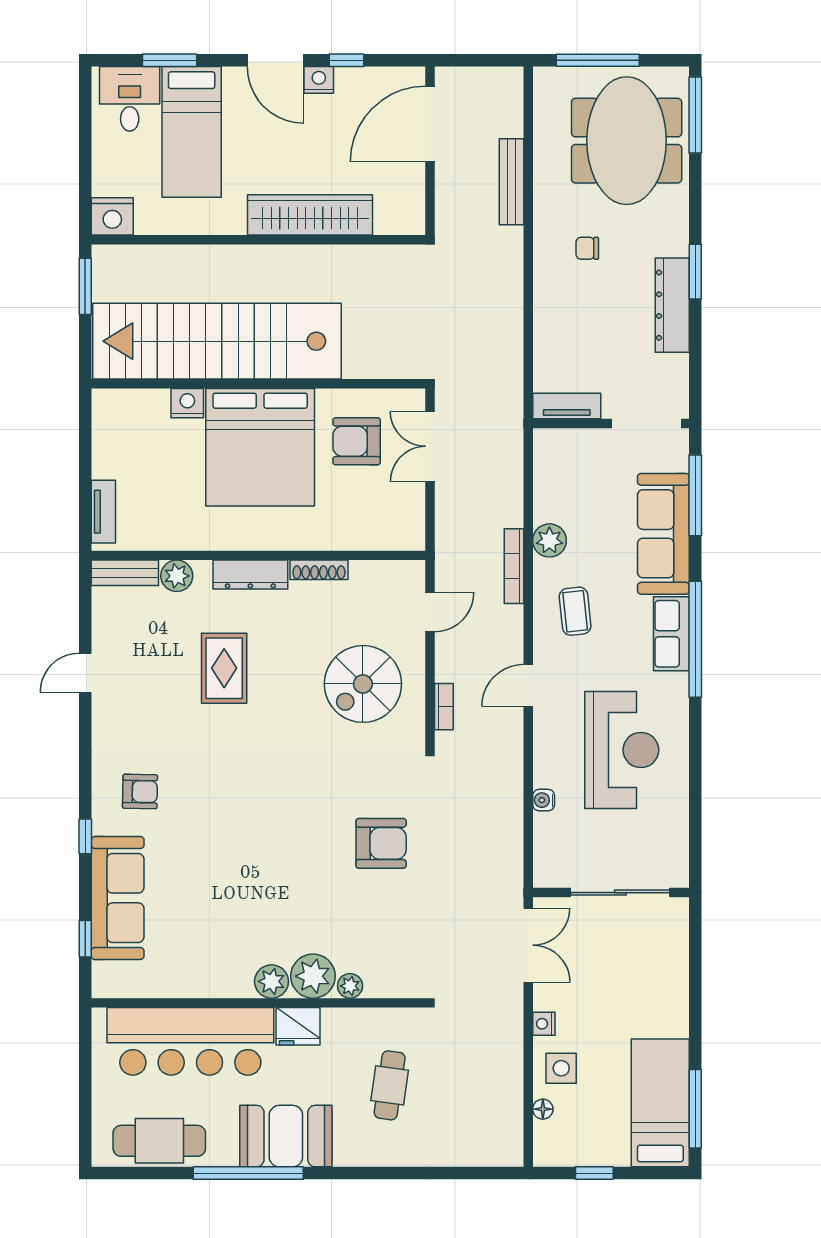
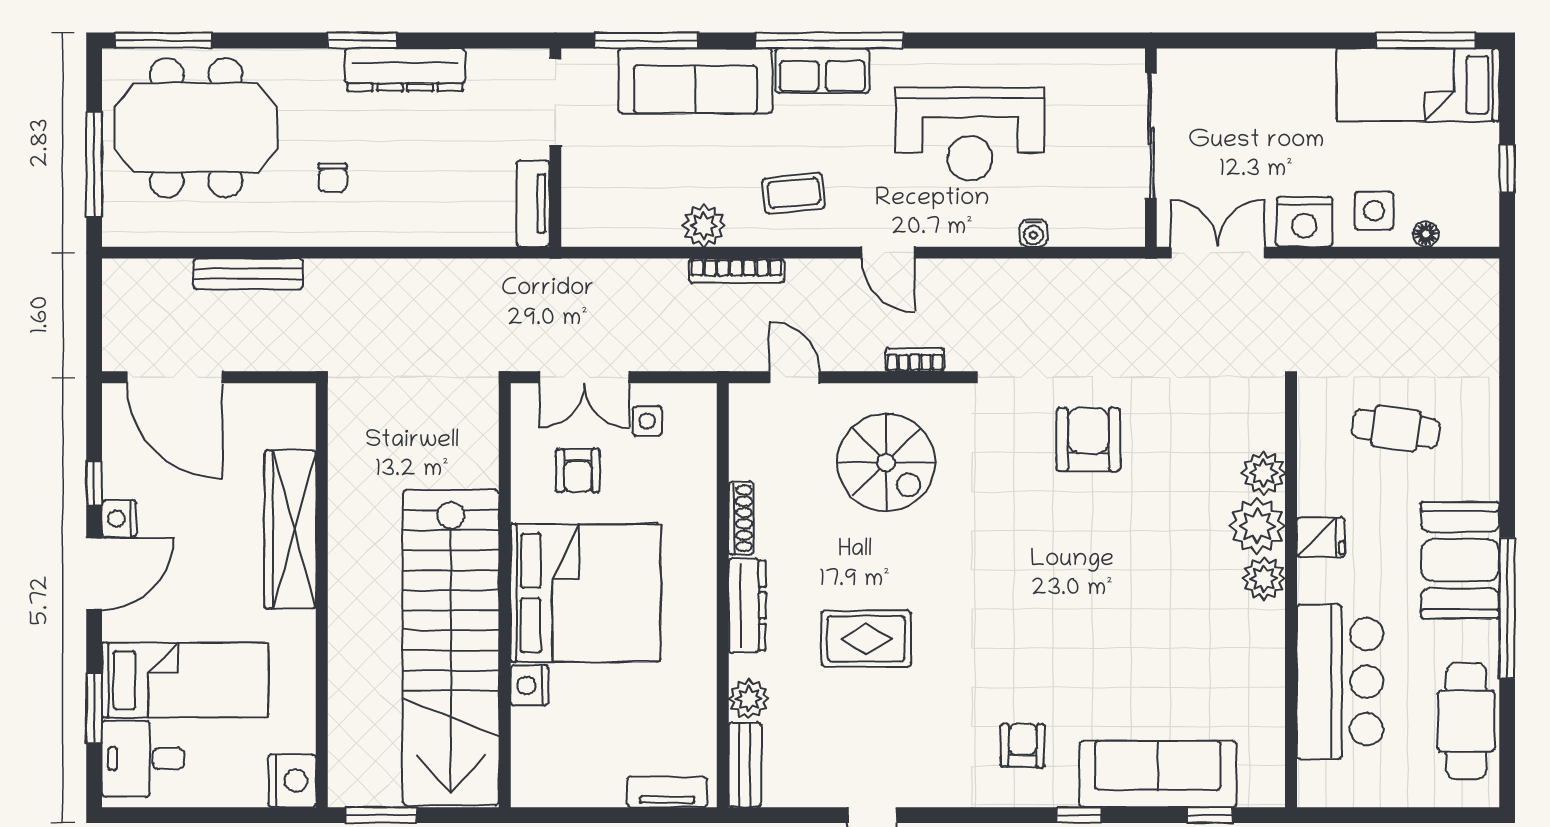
armchair: (357, 441) -> (578, 470), width x0.72, depth x0.72
side table: (396, 496) -> (647, 421), added
reception desk: (622, 750) -> (970, 134), turned 180
plant: (350, 986) -> (1264, 473), width x1.38, depth x1.38
nightstand: (544, 1024) -> (1304, 222), width x1.89, depth x1.79
fridge: (298, 1026) -> (1321, 537), width x0.72
bar counter: (190, 1041) -> (1340, 682), width x0.73

